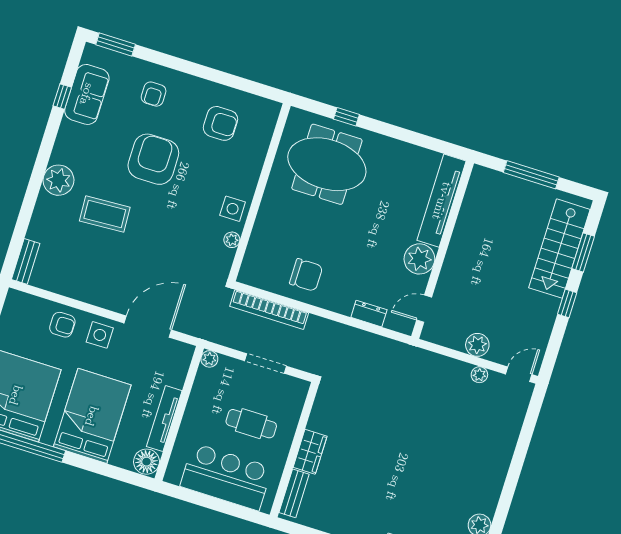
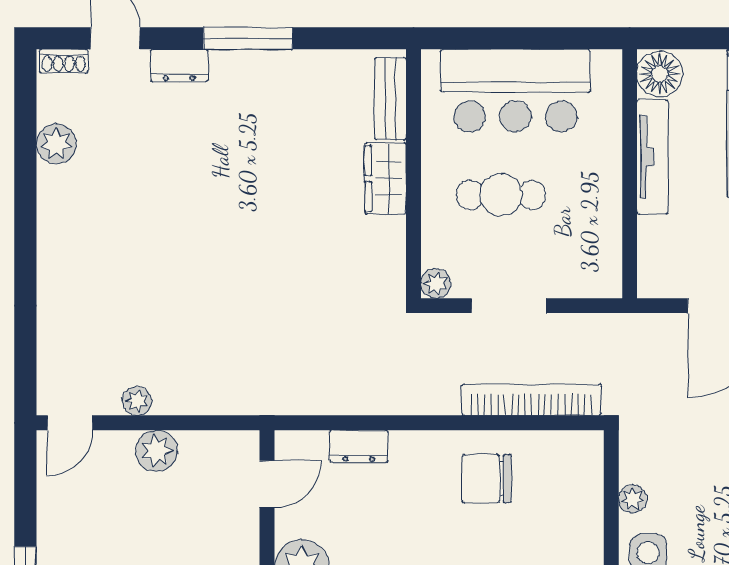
plant: (209, 359) -> (436, 283), moved

